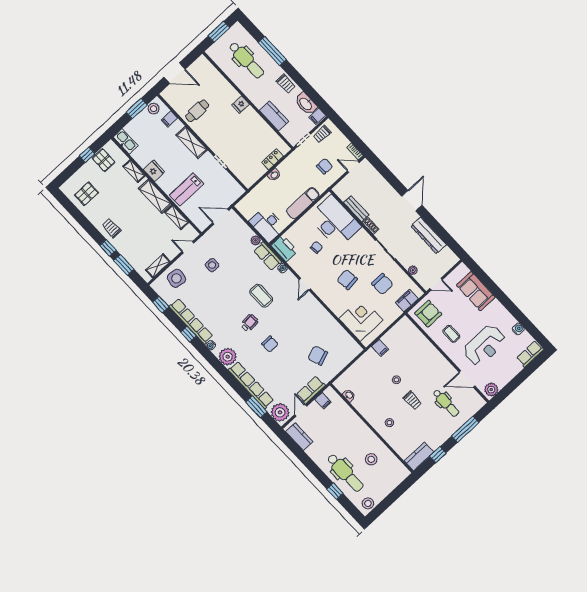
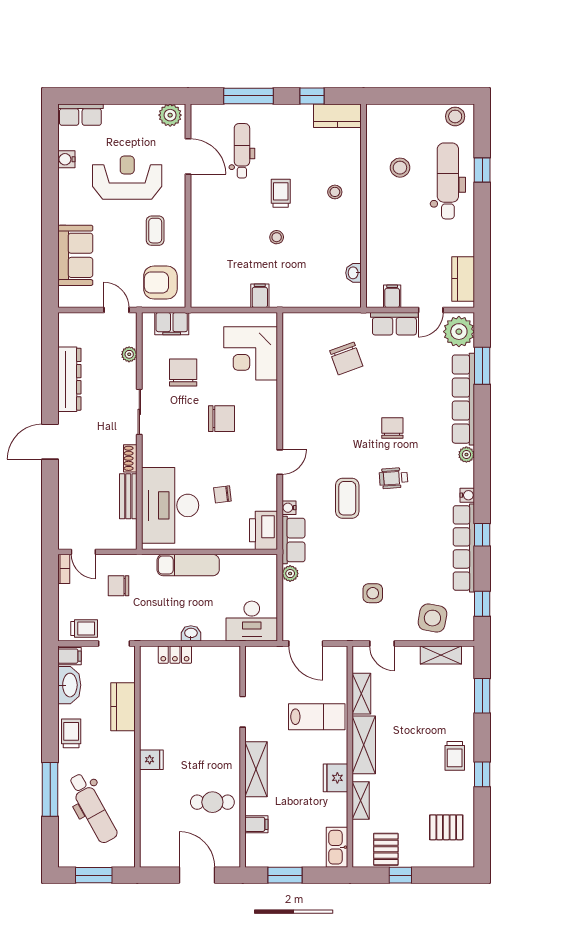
dental chair: (246, 60) -> (93, 808), turned 151
stool: (154, 109) -> (264, 855), removed
desk: (267, 225) -> (252, 621), moved, turned 90
window: (108, 248) -> (482, 774), moved
chair: (347, 280) -> (222, 419), turned -84
plant: (228, 357) -> (466, 455), width x0.53, depth x0.53

